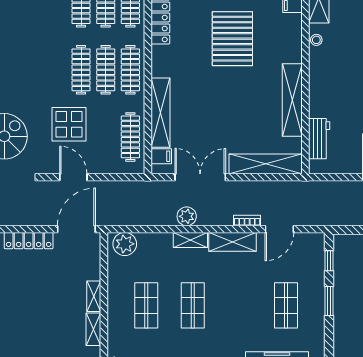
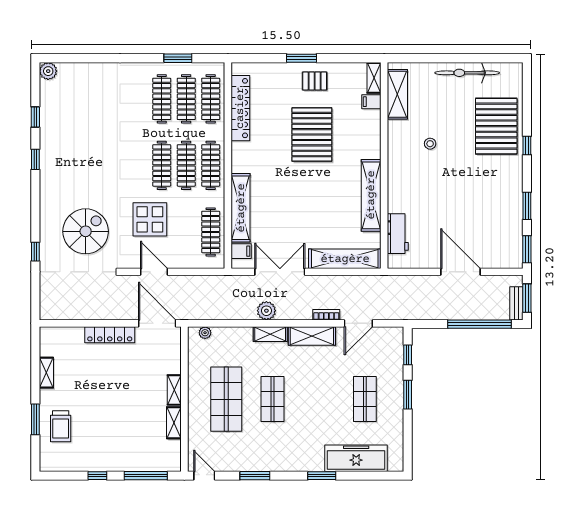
stool: (316, 40) -> (430, 144), moved
door: (76, 229) -> (157, 323), hinge flipped
plant: (125, 244) -> (205, 333), width x0.53, depth x0.53
shop shelf: (146, 305) -> (226, 399), width x1.43, depth x1.36

